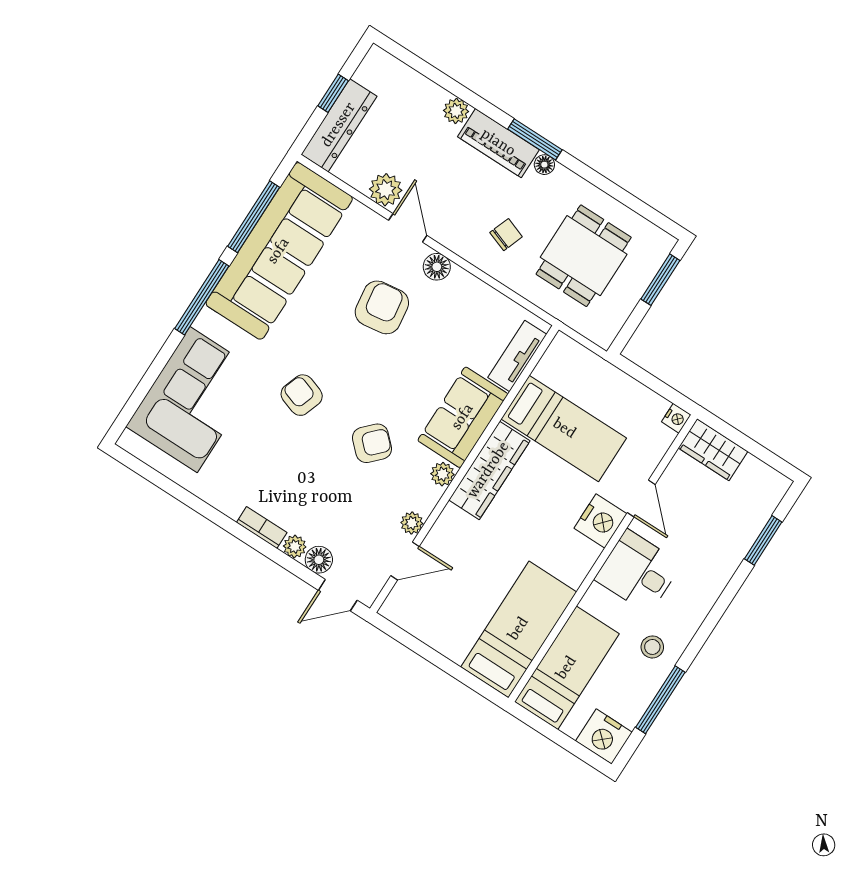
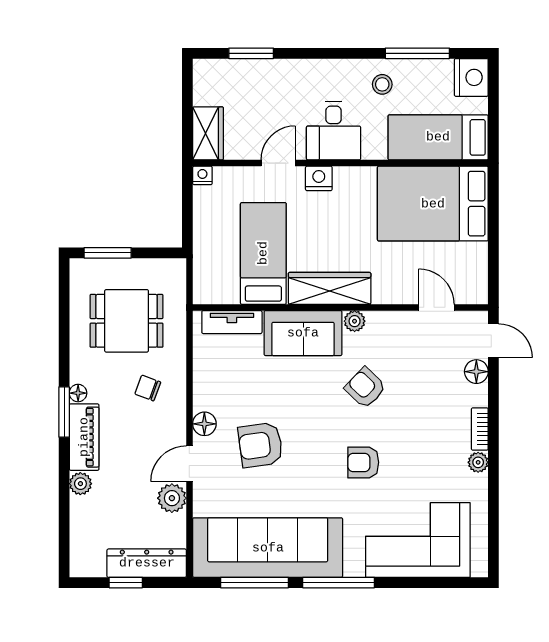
armchair: (302, 395) -> (363, 462), turned 71
nightstand: (601, 521) -> (319, 178), width x0.74, depth x0.75
plant: (412, 523) -> (405, 321), removed
plant: (295, 547) -> (478, 462), moved
bed: (519, 629) -> (433, 204), width x1.50

